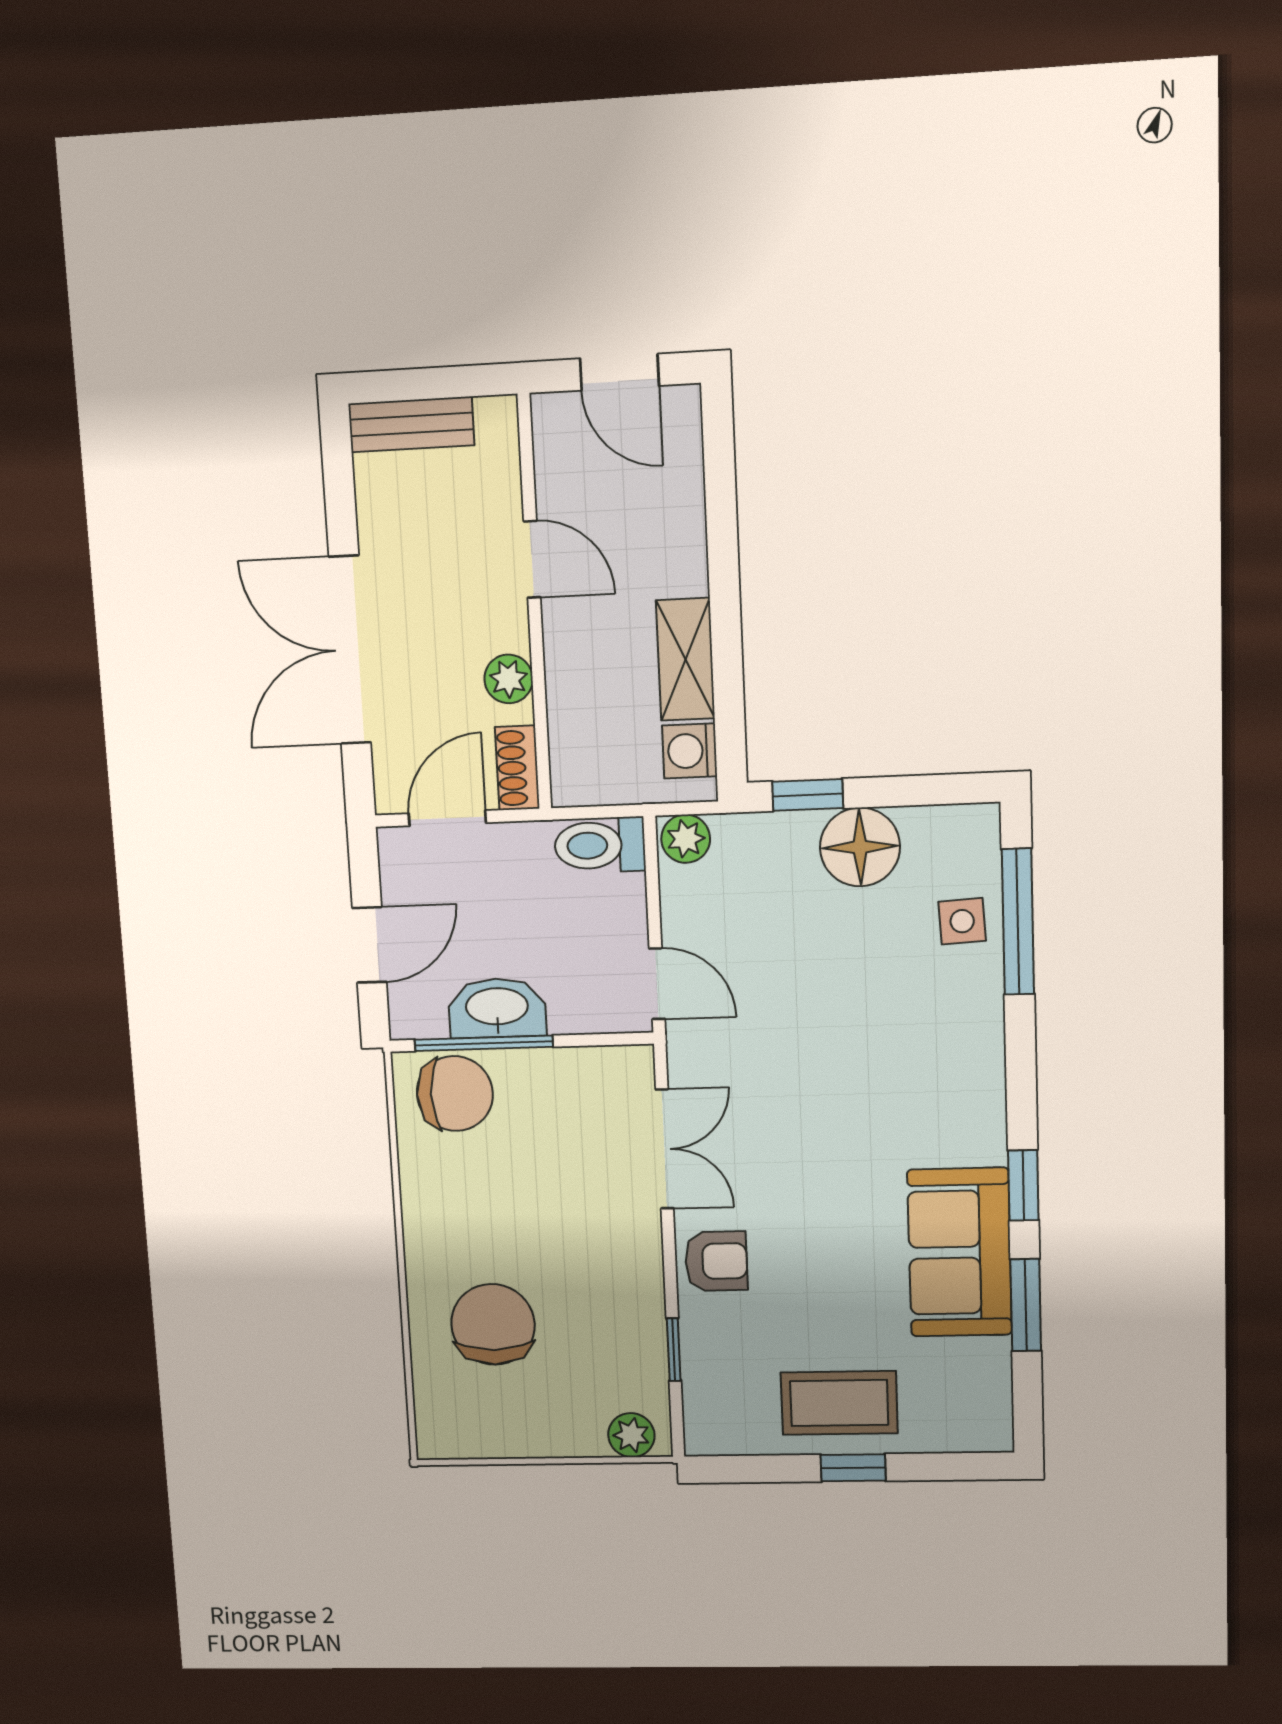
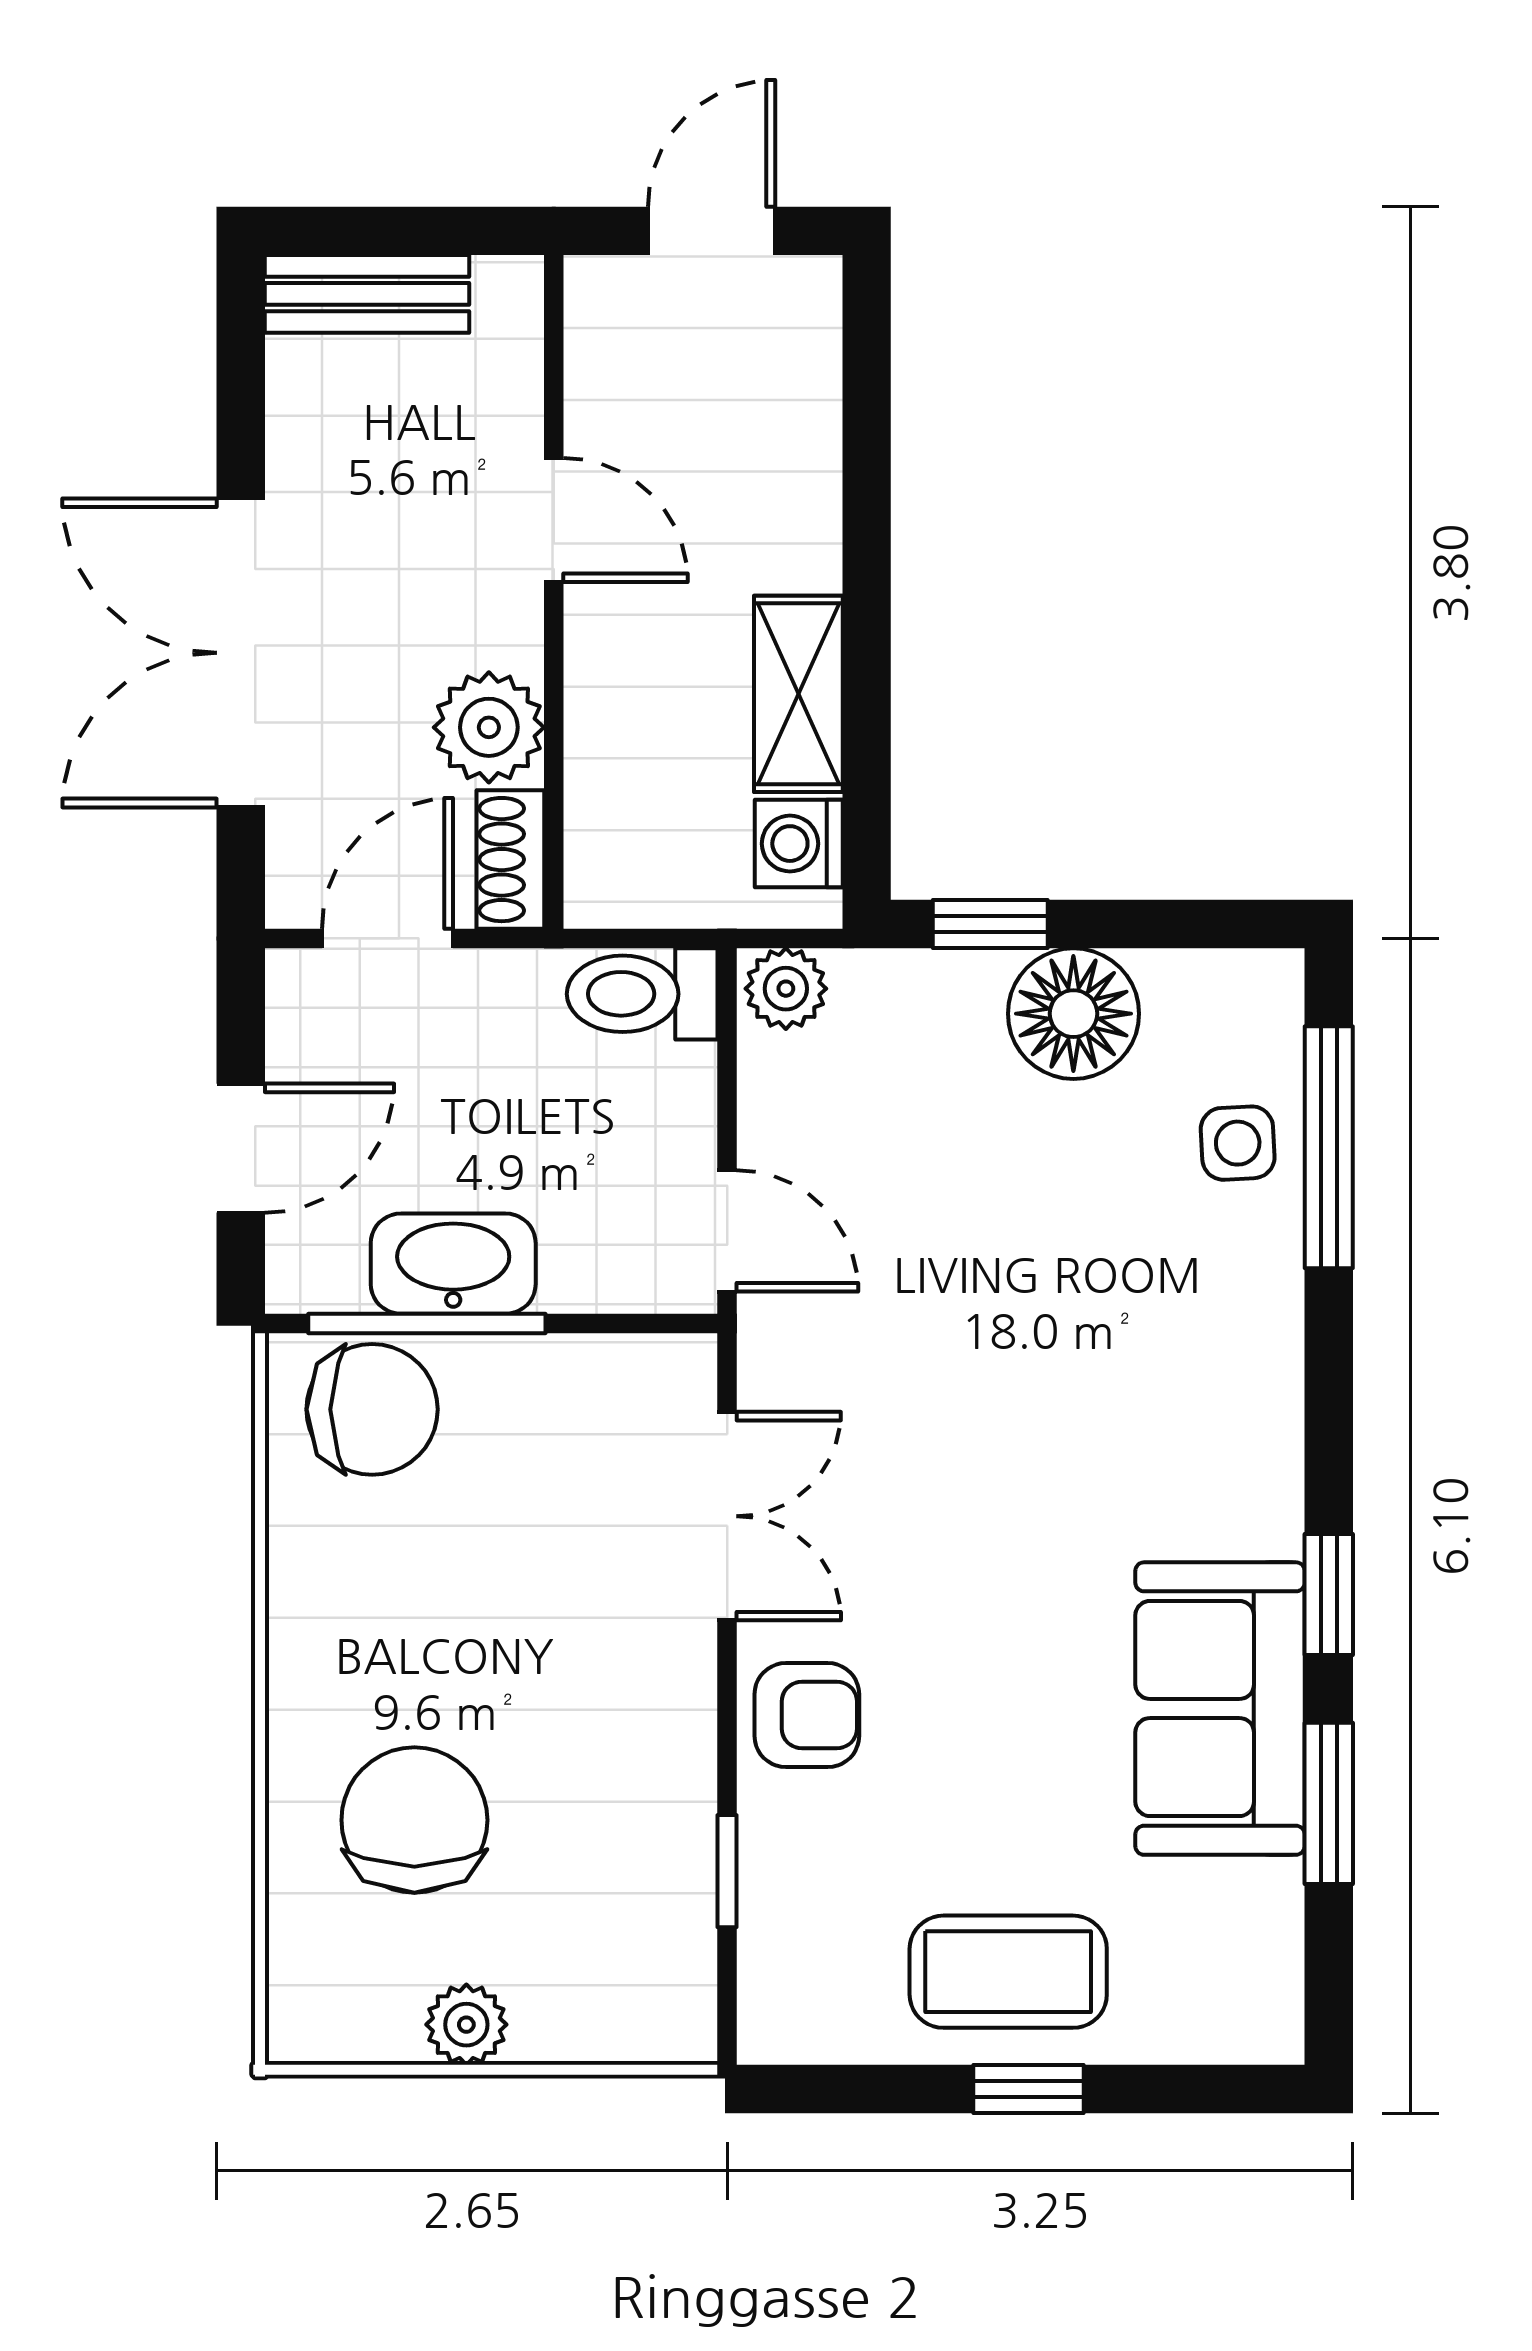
door: (619, 372) -> (712, 231), swing flipped
plant: (509, 679) -> (489, 727), width x1.38, depth x1.38
plant: (631, 1435) -> (466, 2025), moved

